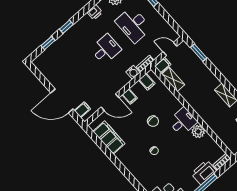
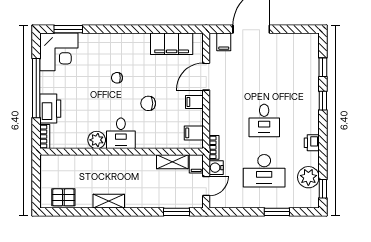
desk: (133, 25) -> (264, 171), turned 180
water cooler: (133, 72) -> (216, 168), moved

